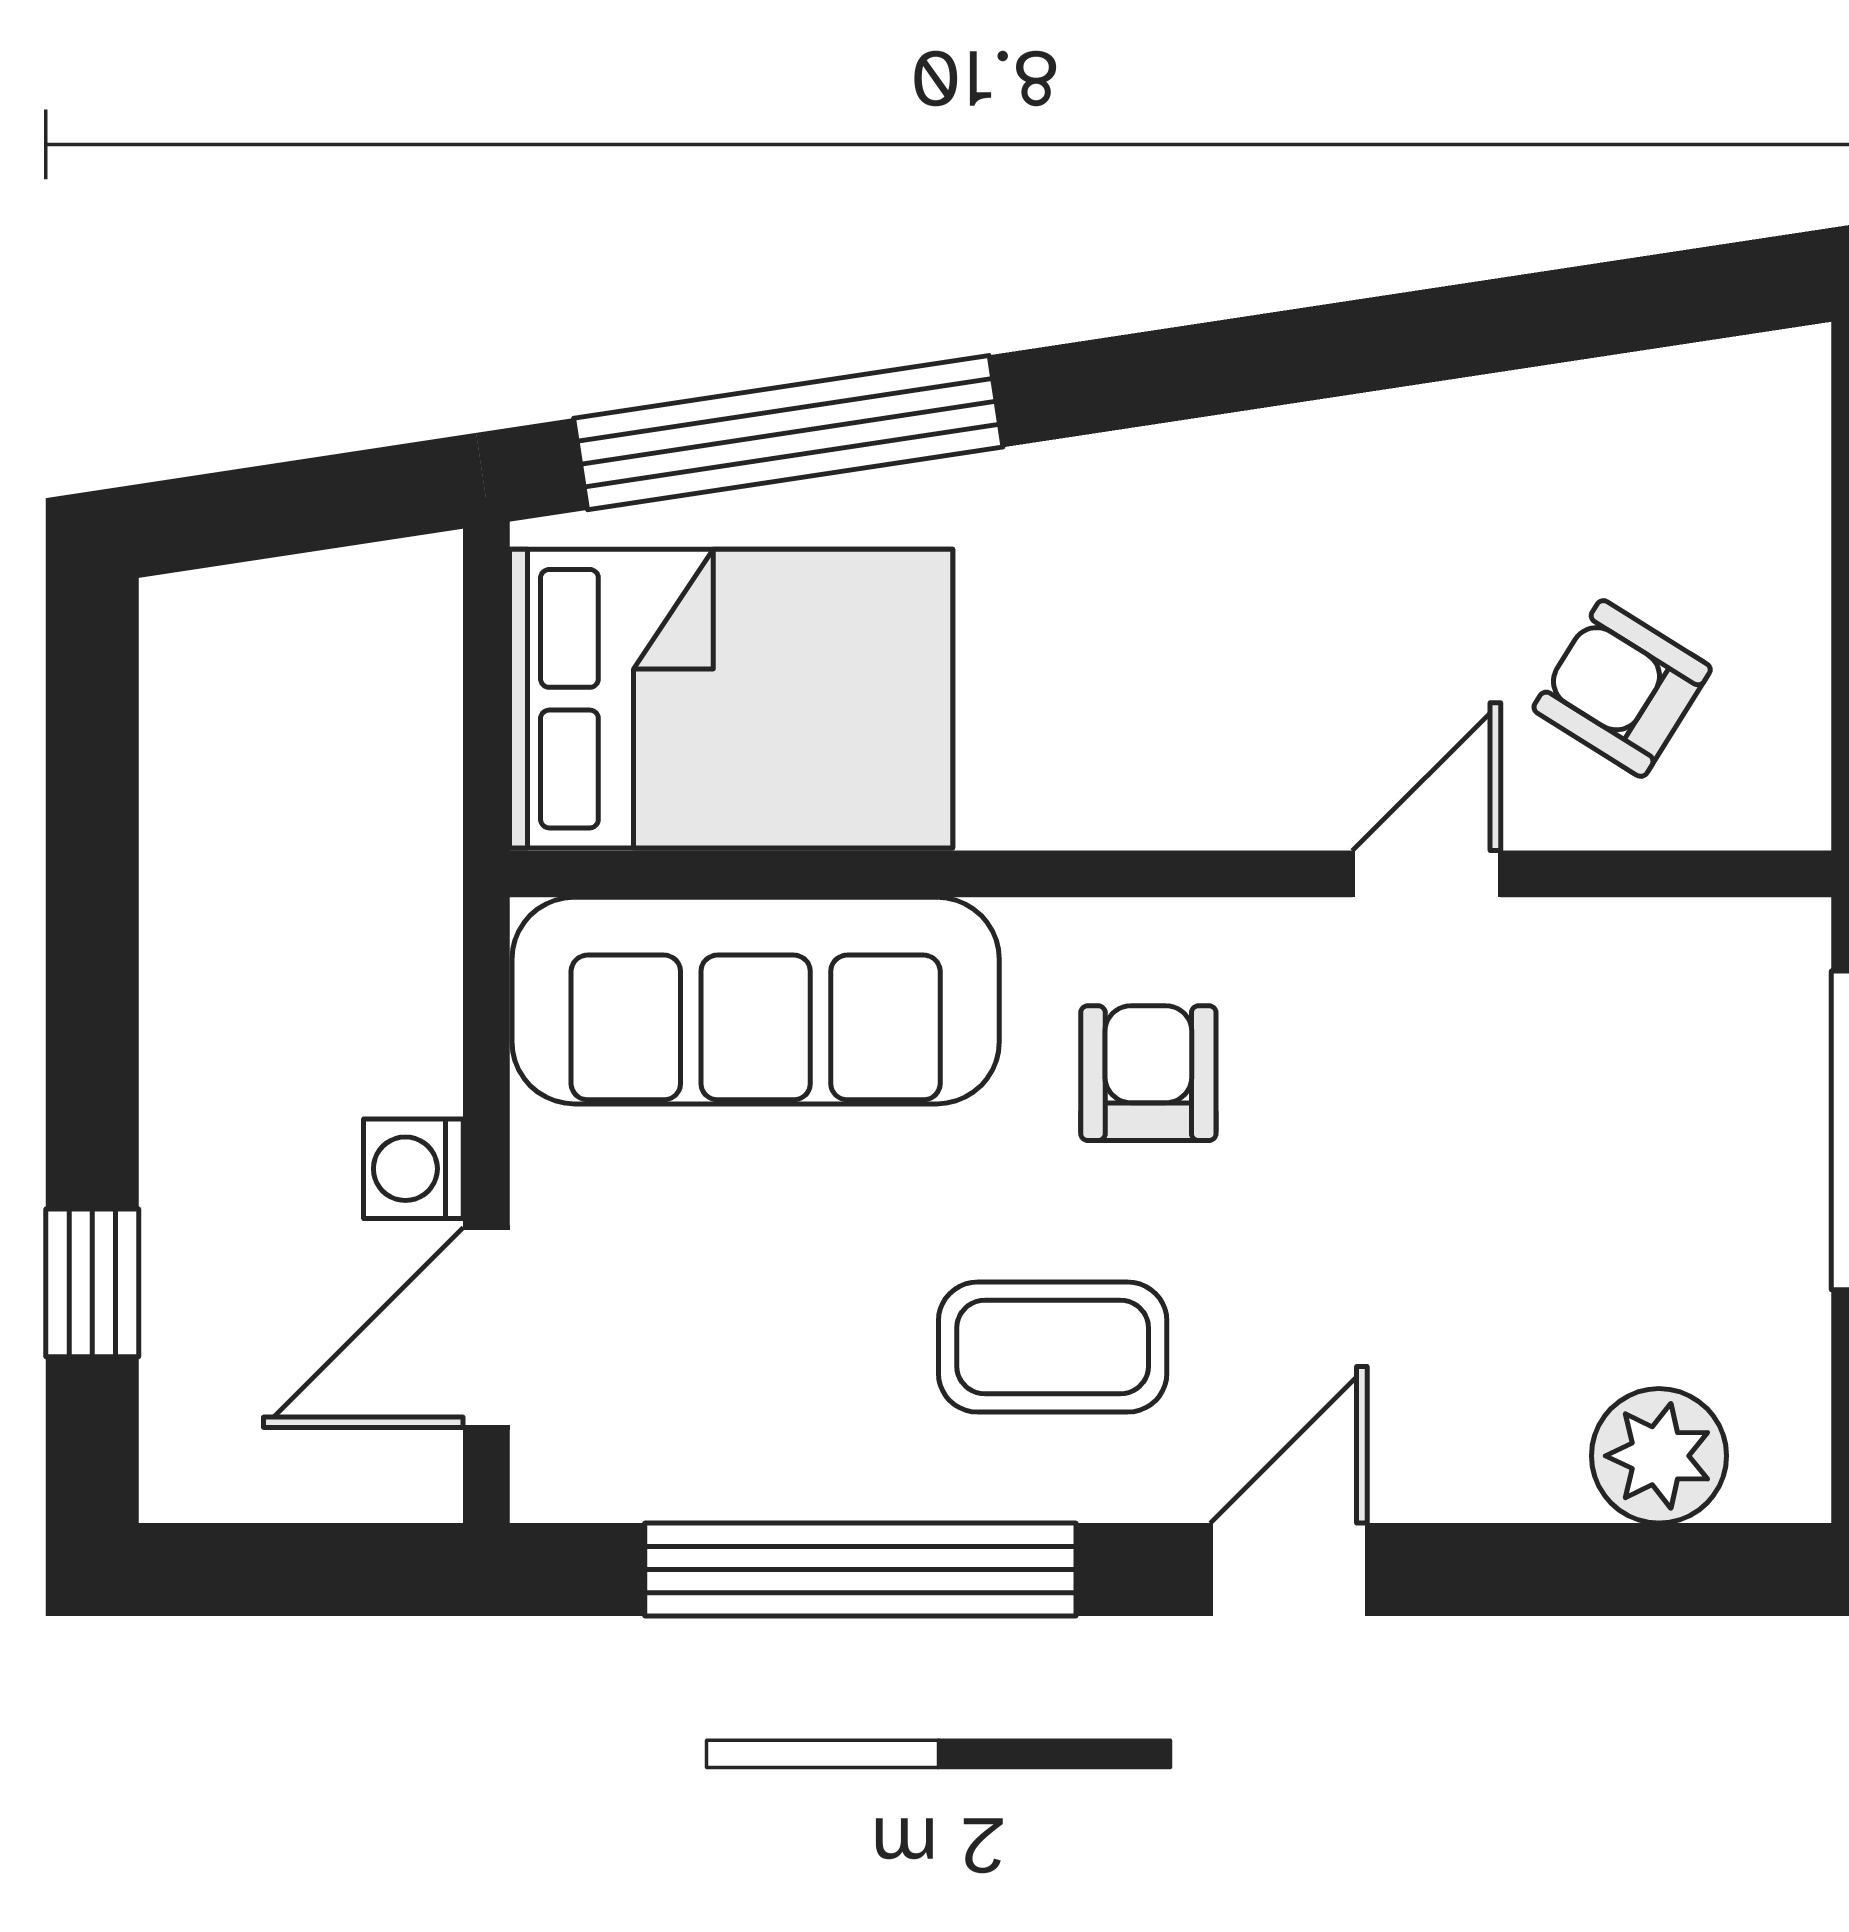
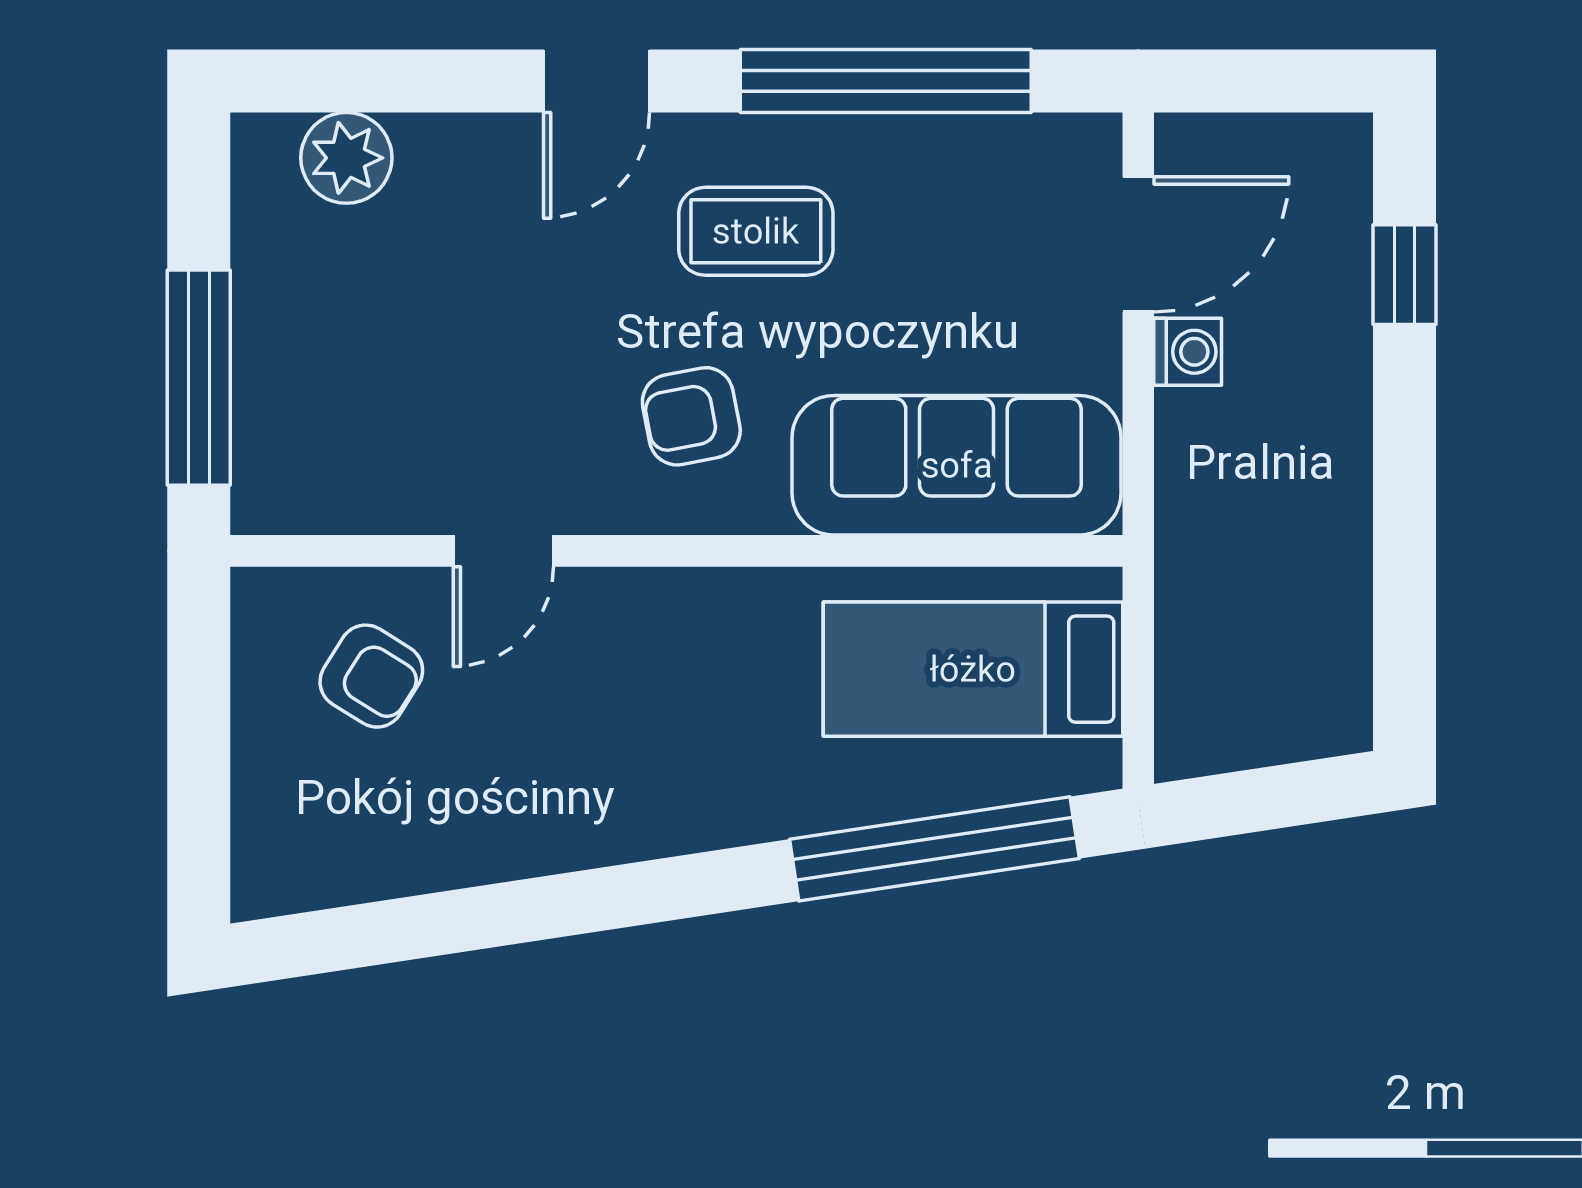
bed: (731, 699) -> (973, 669), width x0.67
armchair: (1148, 1073) -> (691, 416), turned 79

